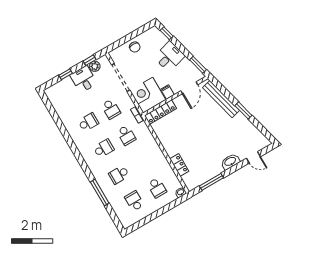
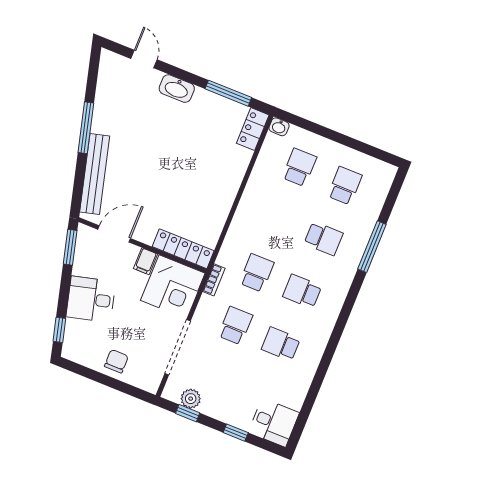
desk: (84, 79) -> (274, 422), moved, turned -90
window: (243, 110) -> (86, 128), width x1.44
locker: (179, 165) -> (253, 129), moved
school desk: (134, 201) -> (345, 186), turned 180

